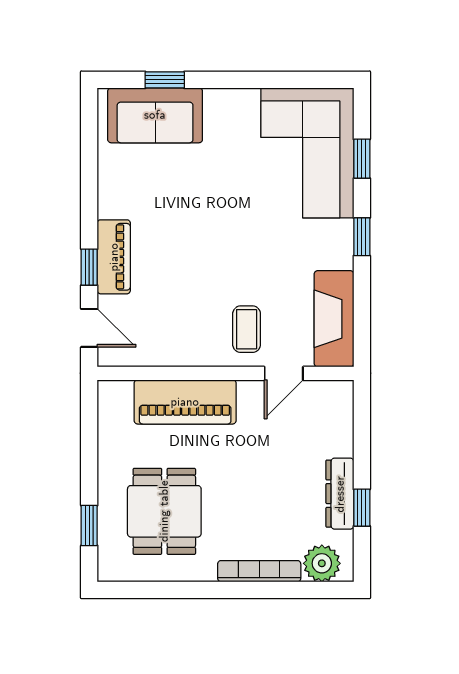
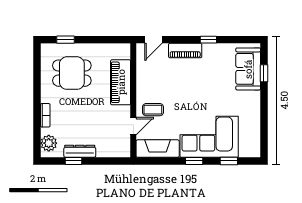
corner sofa: (307, 153) -> (209, 137), moved
window: (89, 267) -> (208, 40), moved
door: (284, 373) -> (133, 126), swing flipped
bookcase: (259, 571) -> (45, 115), width x0.64

